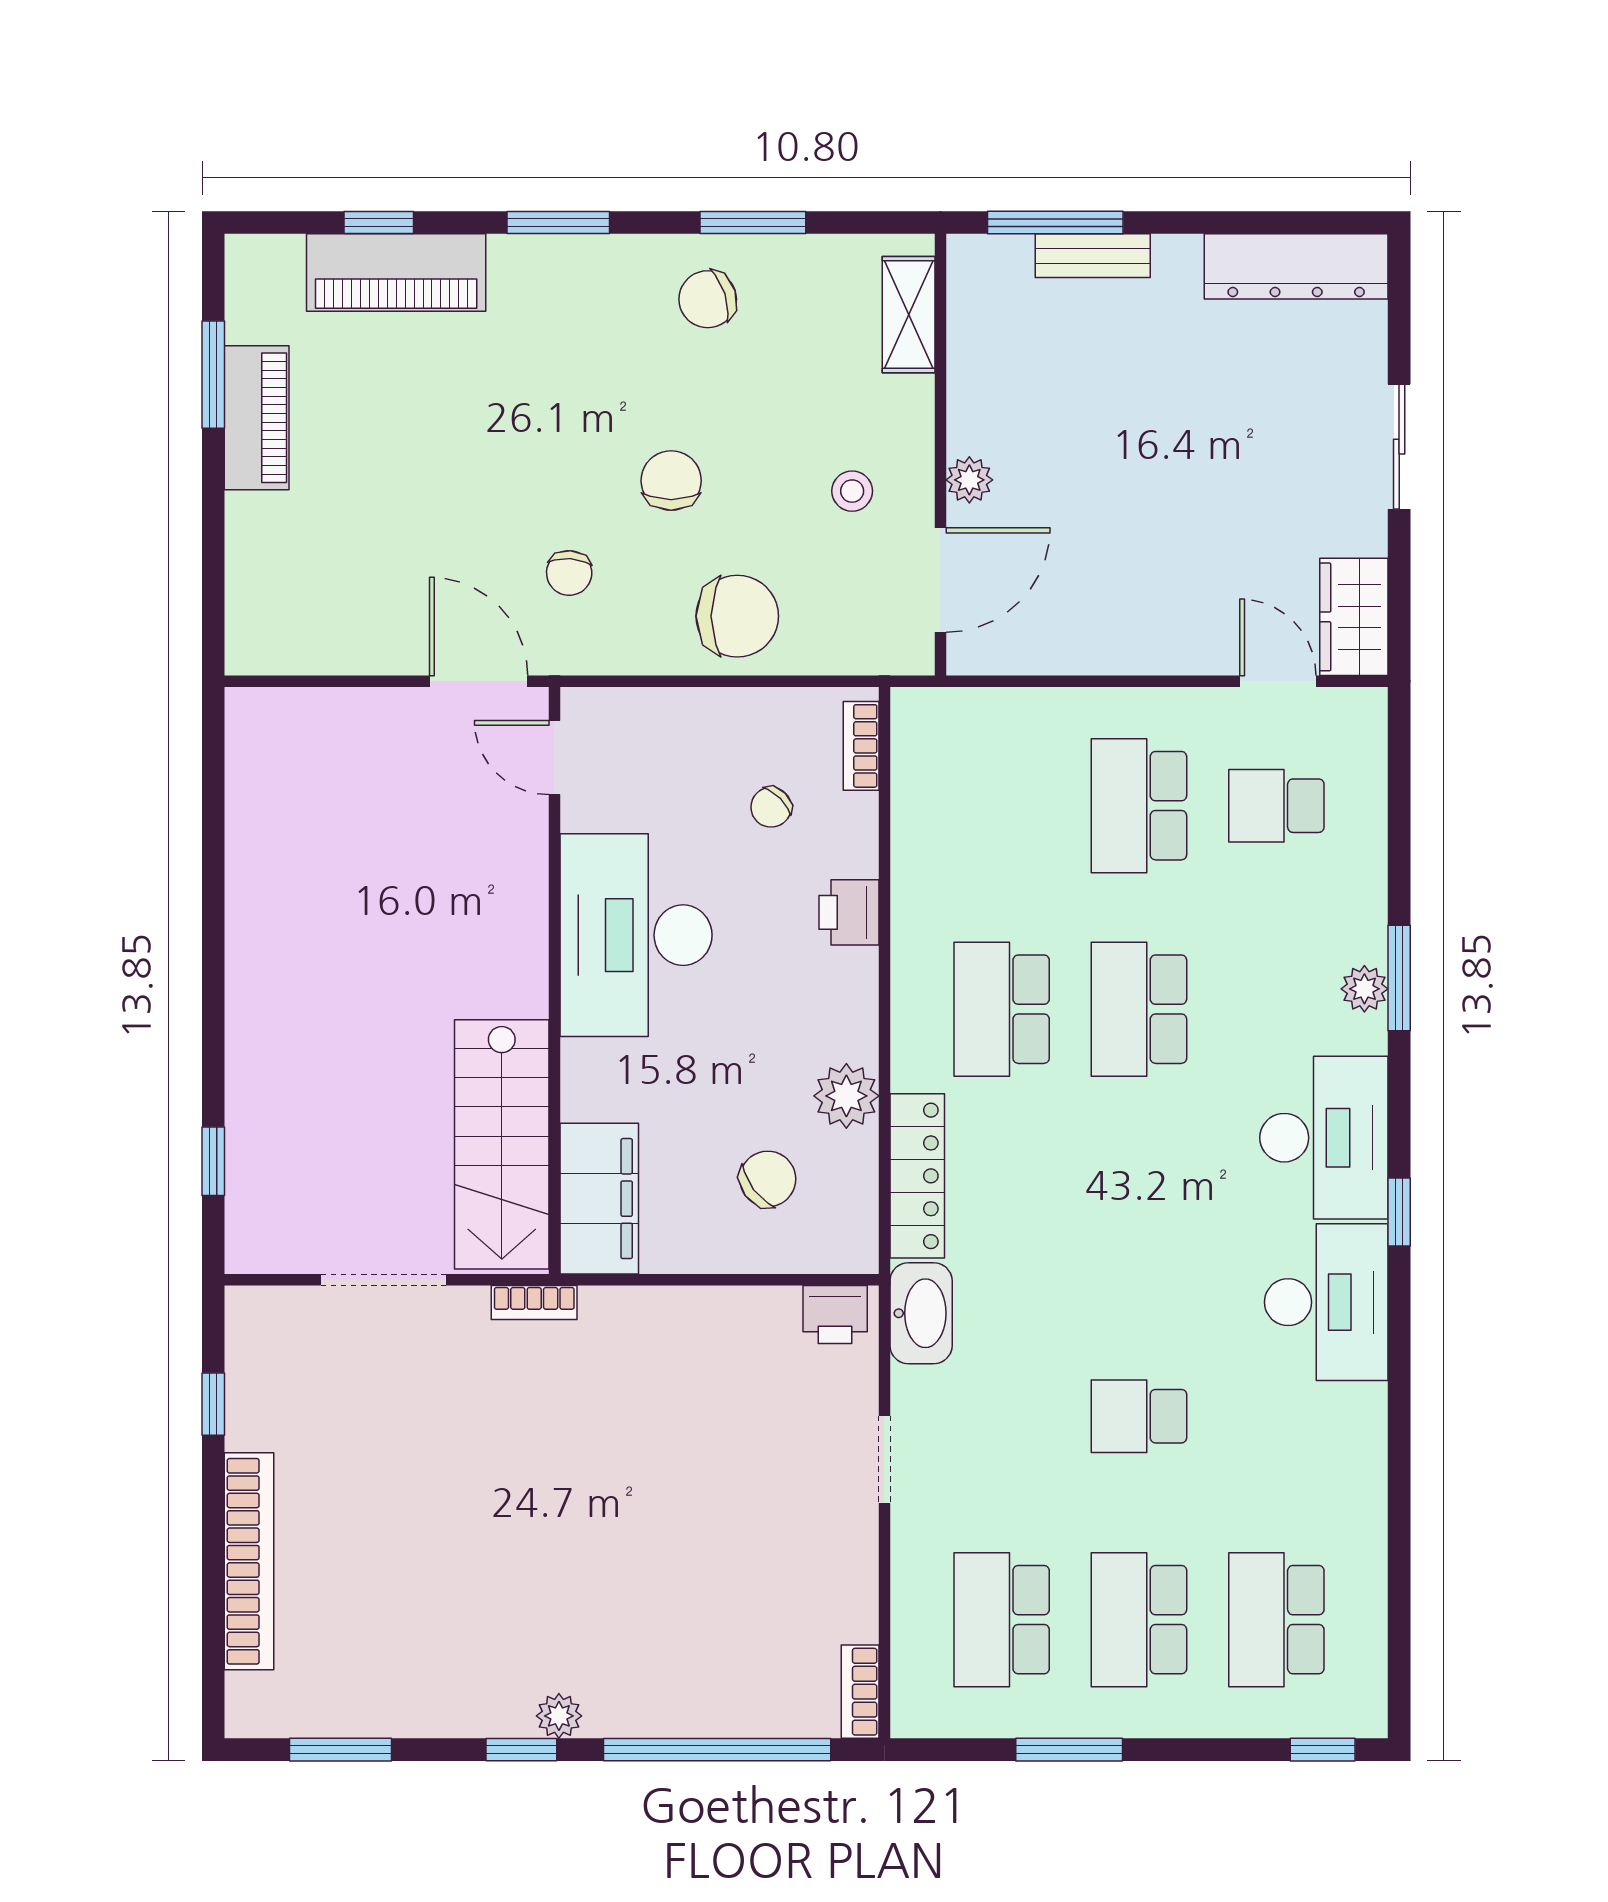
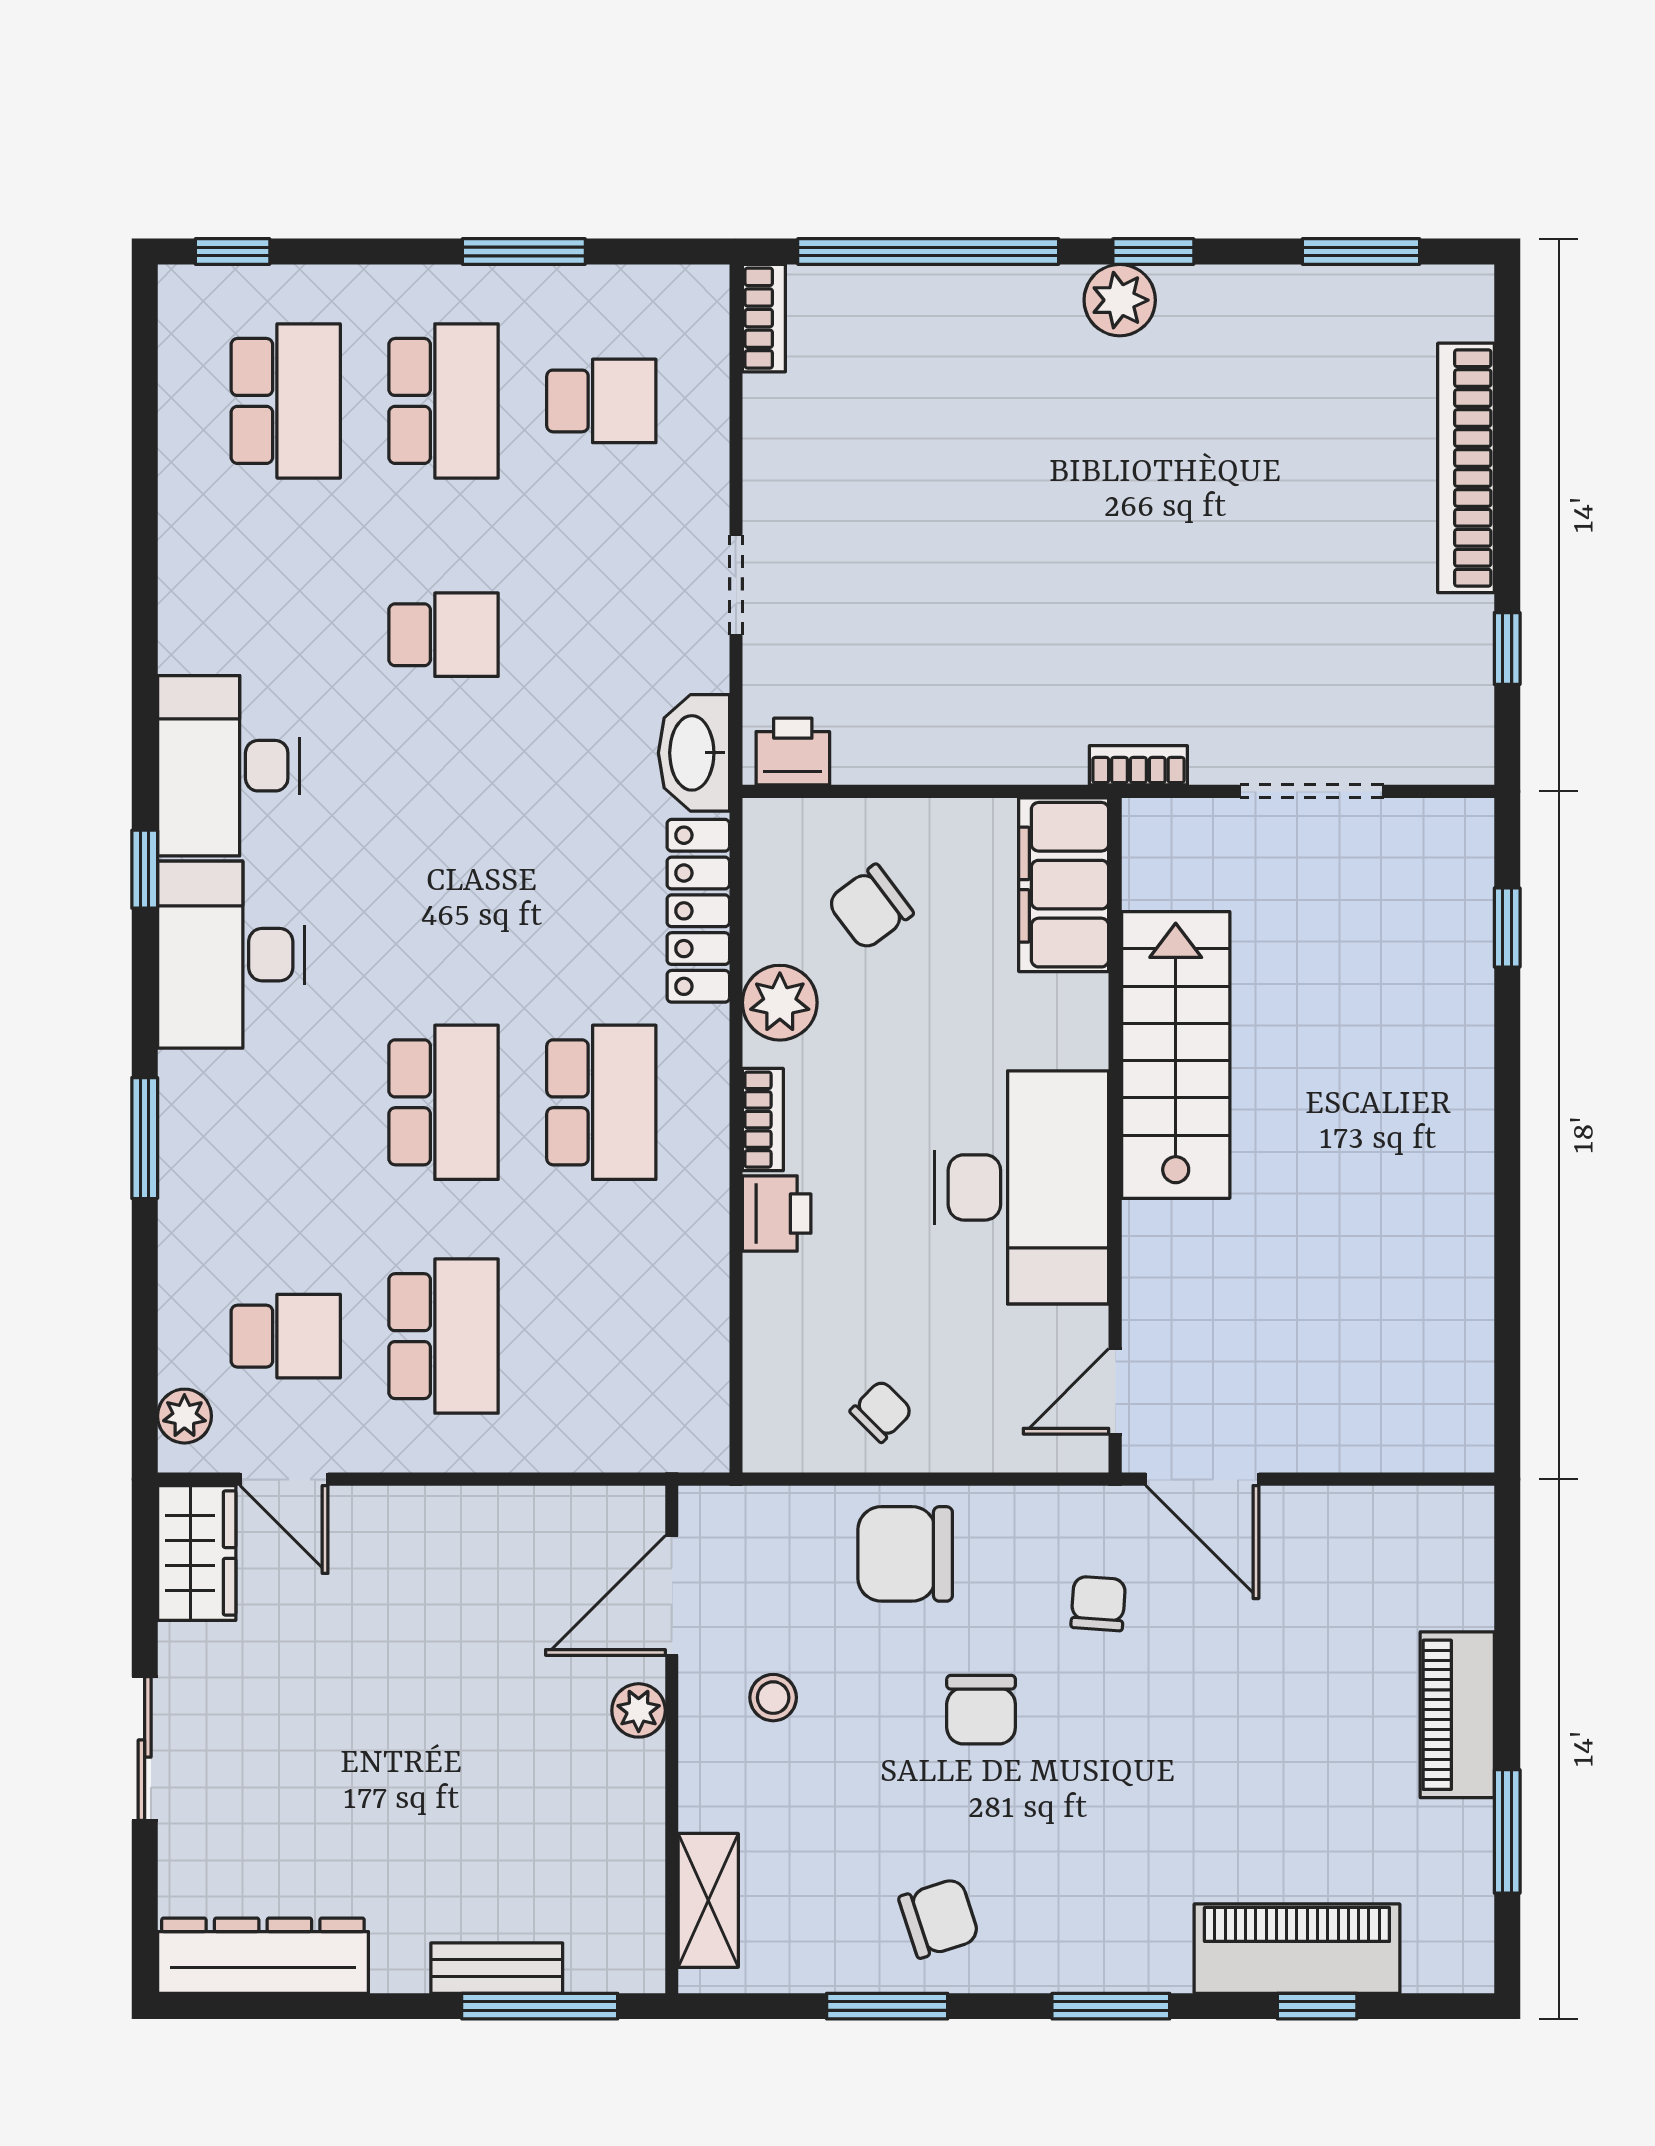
piano: (257, 418) -> (1457, 1715), moved
bookcase: (861, 746) -> (763, 1120), moved
door: (554, 758) -> (1115, 1391), swing flipped
chair: (771, 807) -> (881, 1411), moved
plant: (1364, 989) -> (184, 1416), moved
stairs: (502, 1144) -> (1176, 1055), moved
school desk: (1002, 1620) -> (601, 401), width x0.54
plant: (559, 1716) -> (1120, 300), width x1.38, depth x1.38

